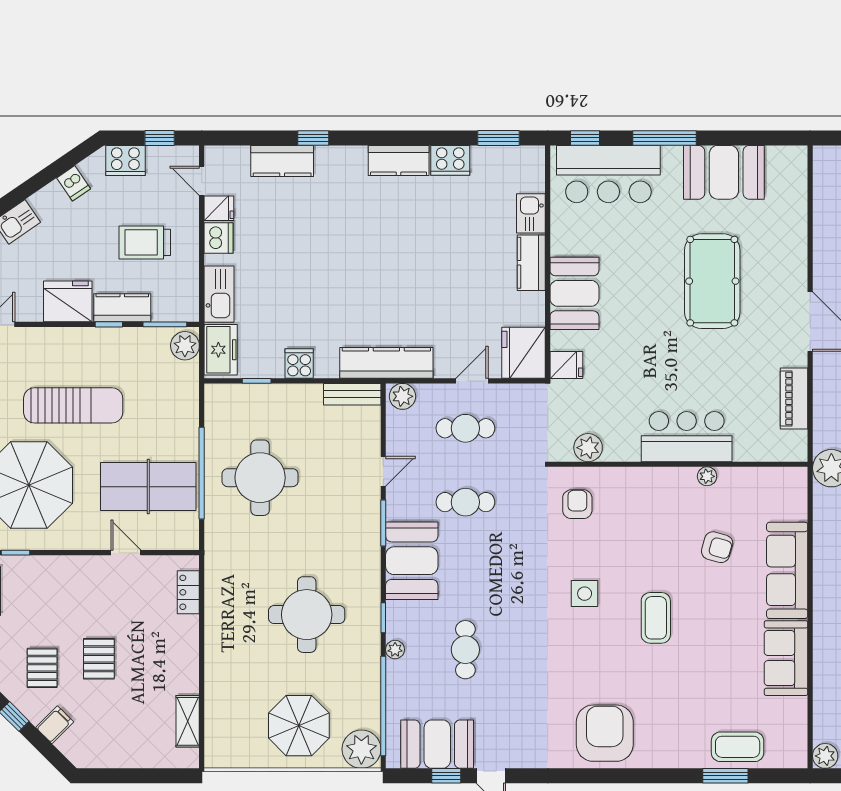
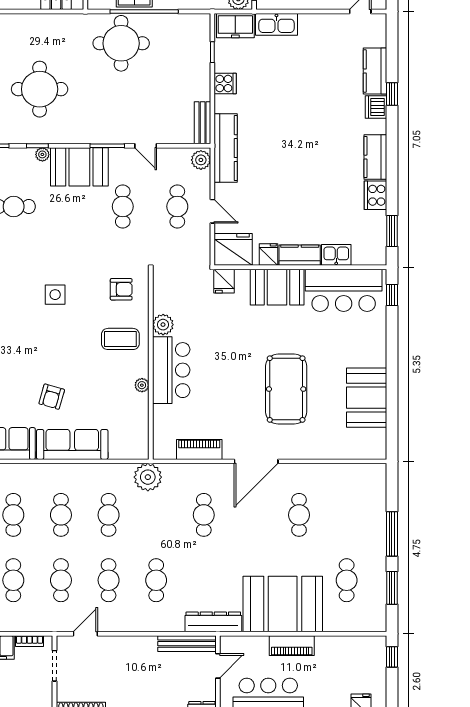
window: (664, 138) -> (392, 354), removed
bar counter: (608, 174) -> (344, 290), moved, turned -90
fridge: (219, 208) -> (269, 255), moved, turned 180
dishwasher: (219, 238) -> (376, 107), moved, turned 90
pool table: (712, 281) -> (286, 389), turned 90
plant: (588, 448) -> (163, 325), moved
round table: (260, 478) -> (121, 43), moved
armchair: (717, 547) -> (52, 397), moved
coffee table: (656, 618) -> (120, 339), moved
plant: (395, 650) -> (42, 154), moved

